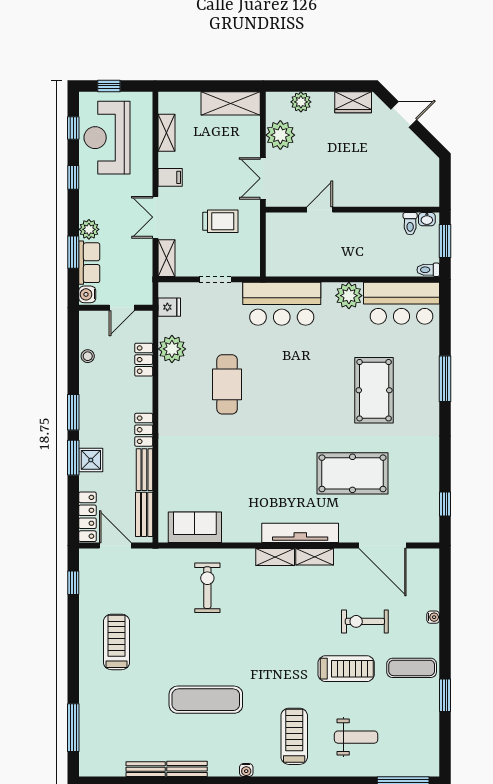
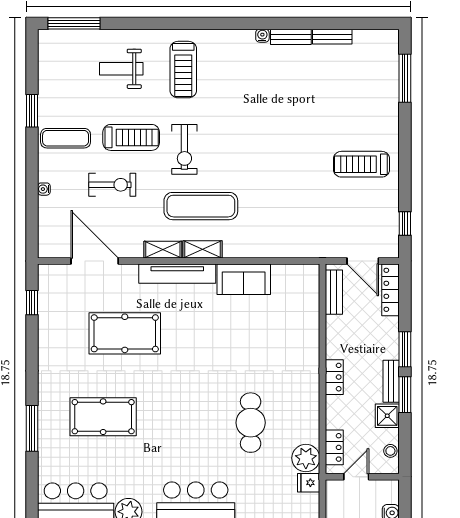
fridge: (169, 307) -> (309, 483), moved
wall: (116, 308) -> (362, 477), moved
door: (122, 308) -> (356, 477), moved
pool table: (374, 390) -> (103, 417), turned 90
shower: (91, 460) -> (387, 416), moved
bench: (144, 470) -> (391, 381), moved
sofa: (195, 527) -> (244, 279), moved
exercise bike: (207, 588) -> (184, 149), moved
treadmill: (116, 642) -> (362, 164), turned 90
treadmill: (346, 669) -> (131, 137), turned 180
exercise mat: (206, 700) -> (201, 206), moved
water cooler: (246, 770) -> (262, 36), moved

